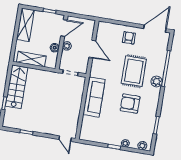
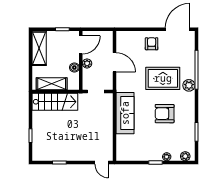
rug: (134, 71) -> (163, 78), turned 90
stairs: (17, 87) -> (55, 102), moved, turned 90

